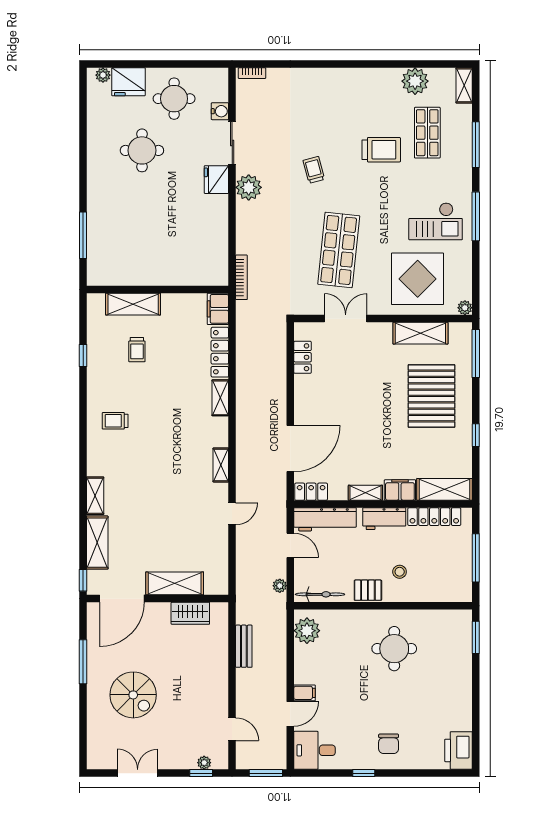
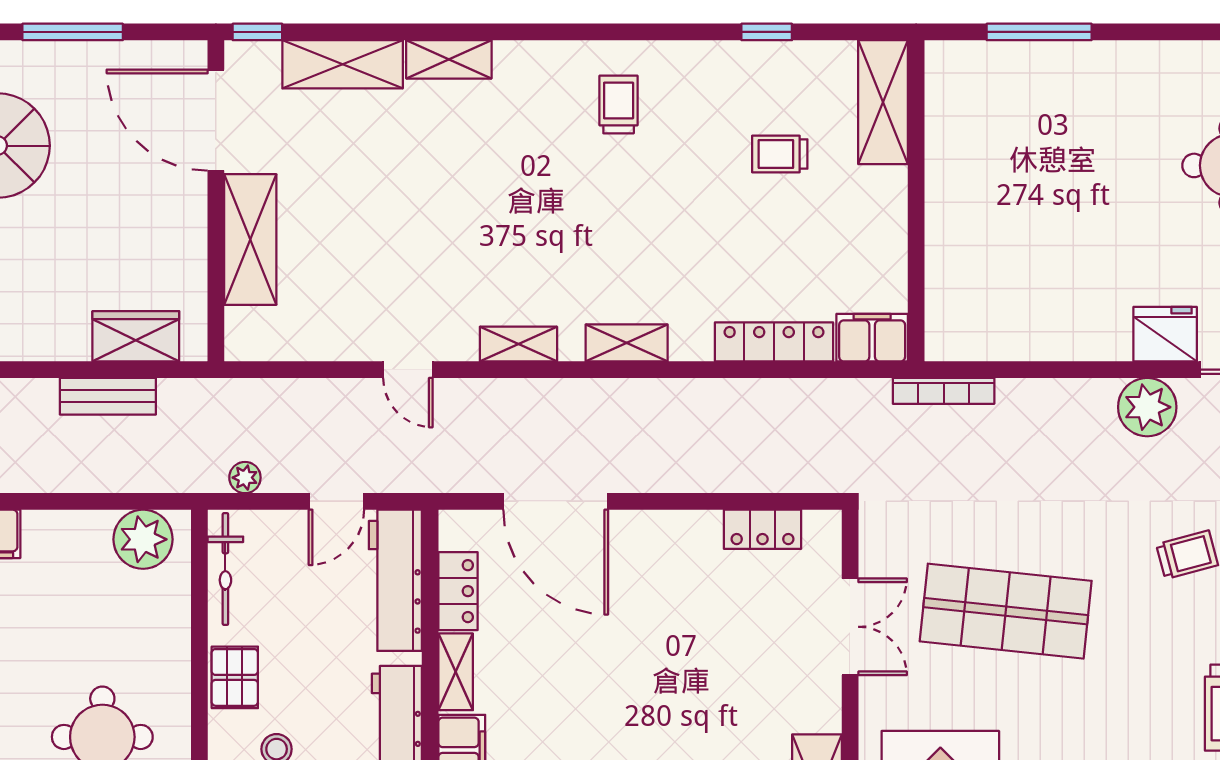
shelving: (133, 304) -> (883, 102), moved
shelving: (220, 398) -> (627, 343), moved
locker: (311, 492) -> (458, 591), moved
wardrobe: (190, 613) -> (136, 336), moved, turned 90

